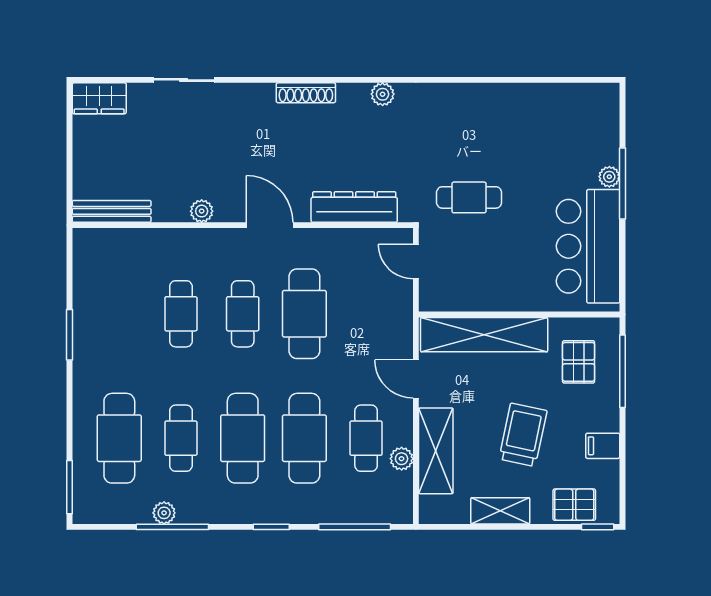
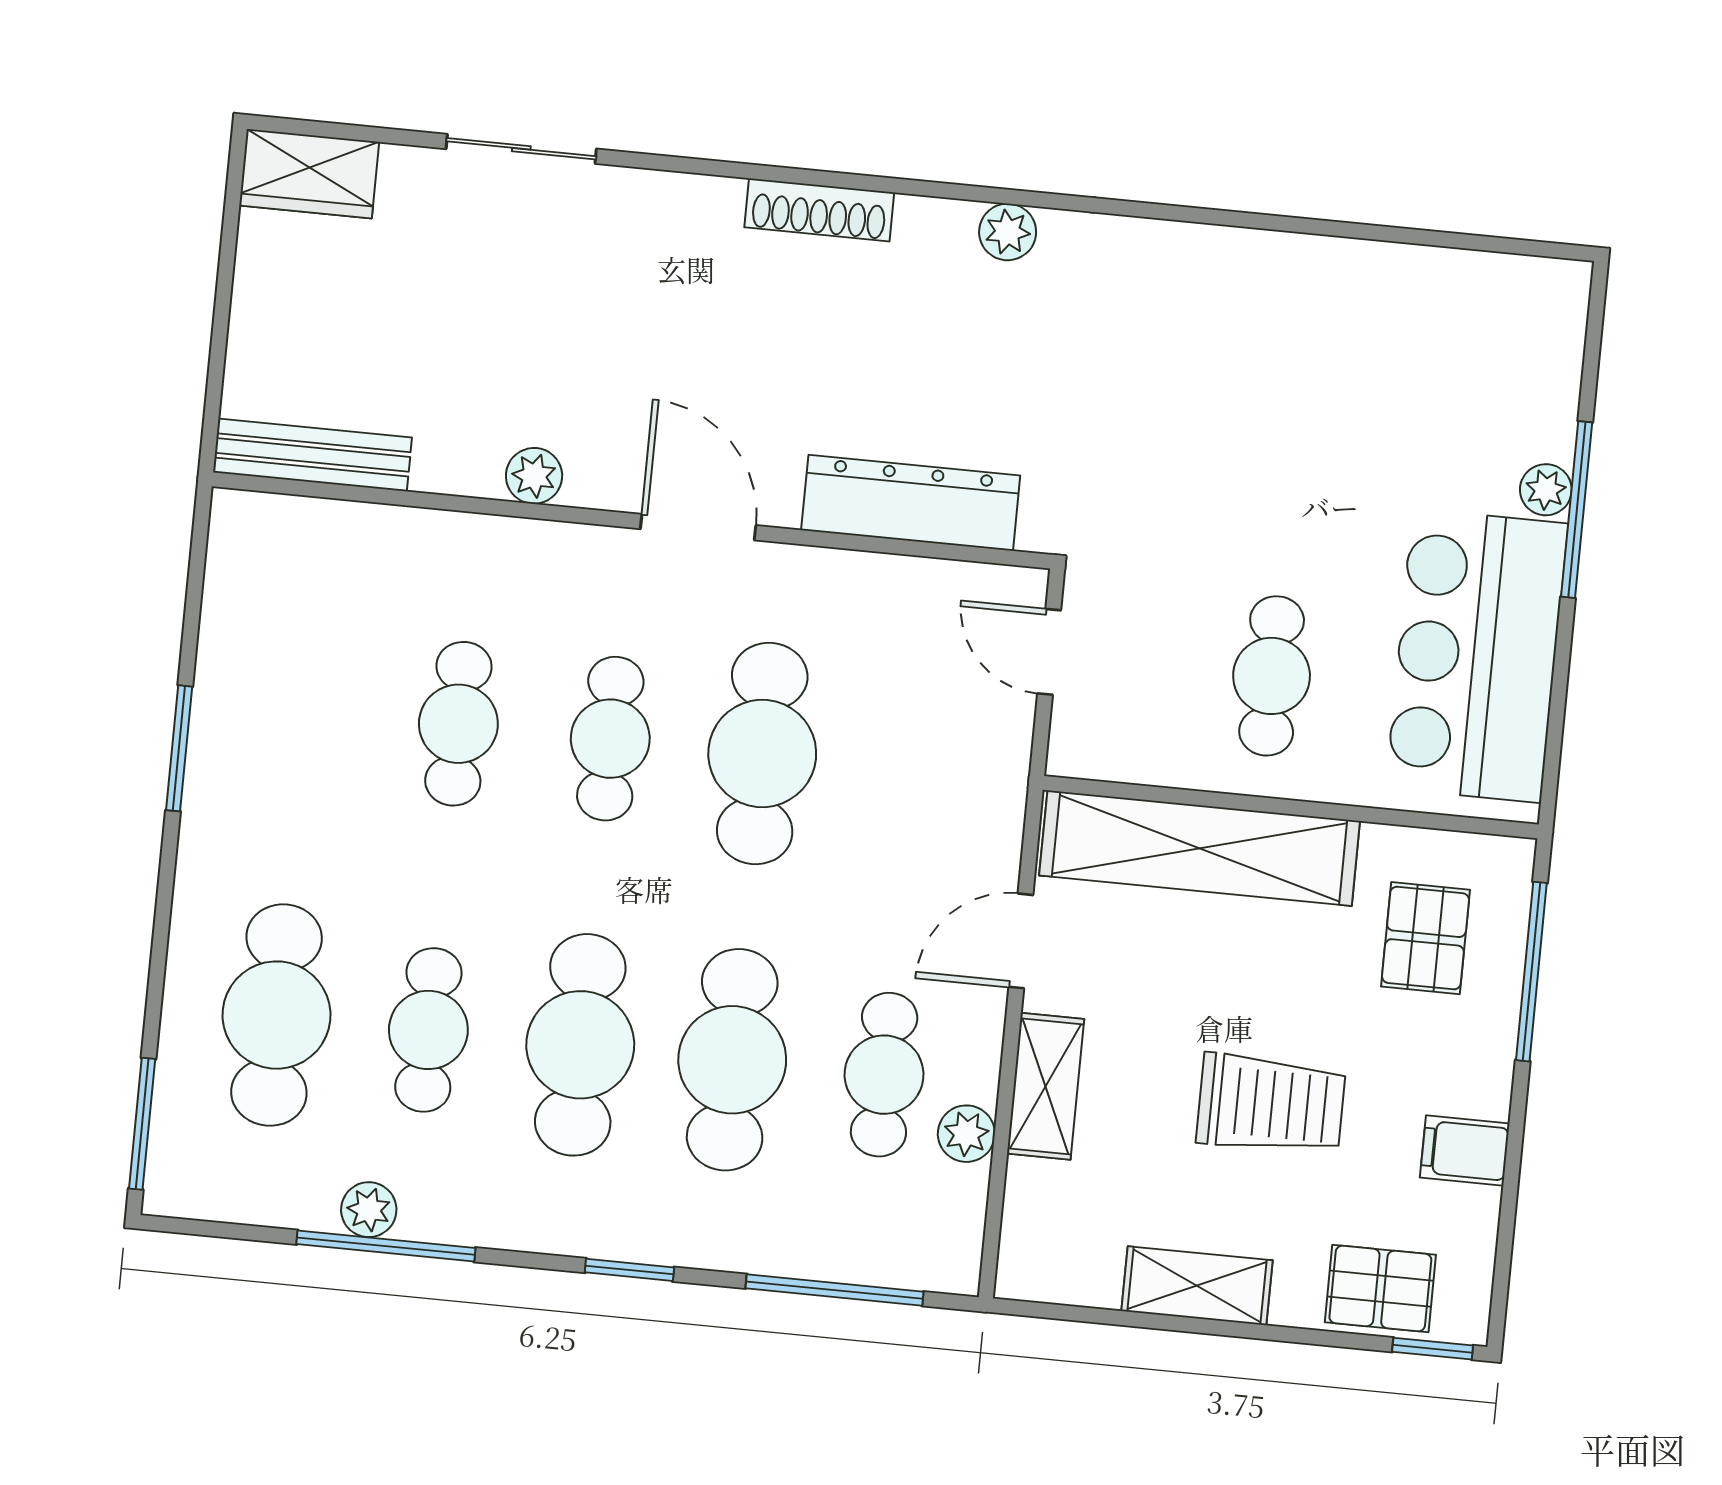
cafe table: (469, 197) -> (1272, 676), moved, turned 90
door: (416, 379) -> (1021, 941), hinge flipped
trolley: (523, 435) -> (1271, 1104), turned 78
shelving: (436, 451) -> (1046, 1086), width x0.67, depth x0.75

